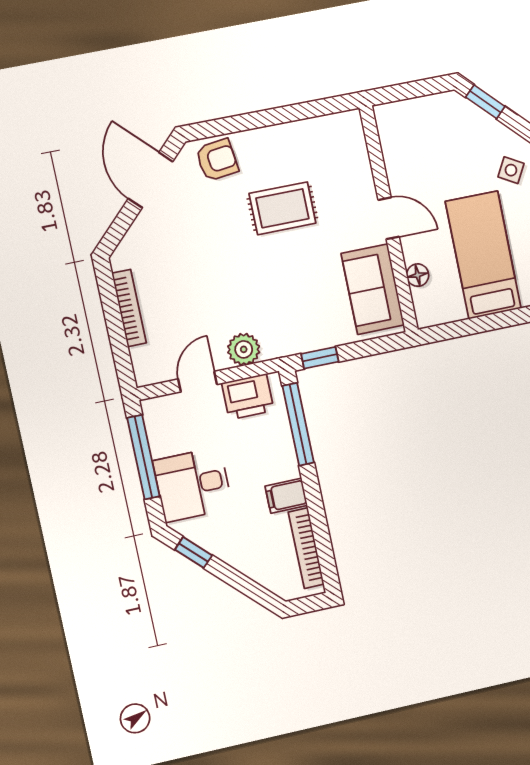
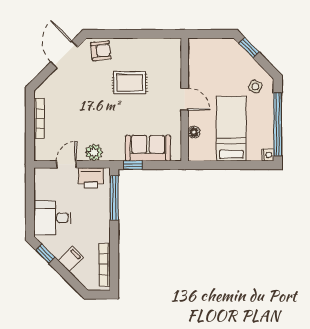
sofa: (373, 289) -> (148, 148), moved, turned 90
window: (143, 457) -> (30, 198), removed
filing cabinet: (286, 496) -> (71, 259), moved, turned 135

